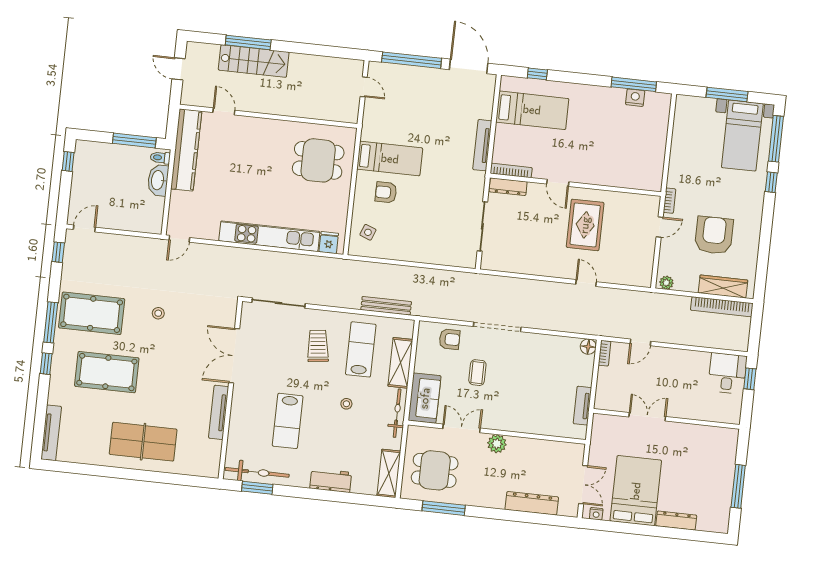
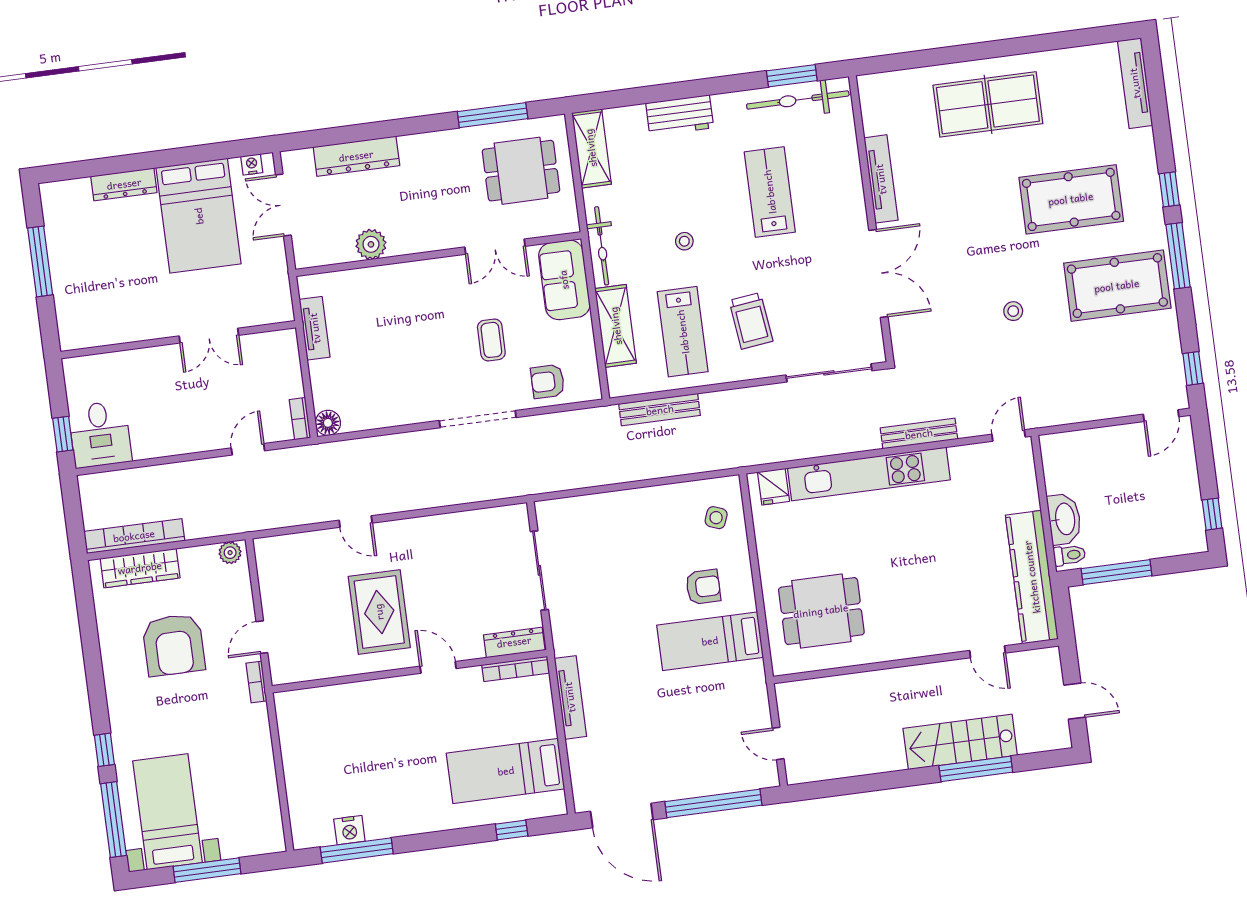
bench: (233, 253) -> (919, 434), added
plant: (497, 444) -> (371, 244), moved

